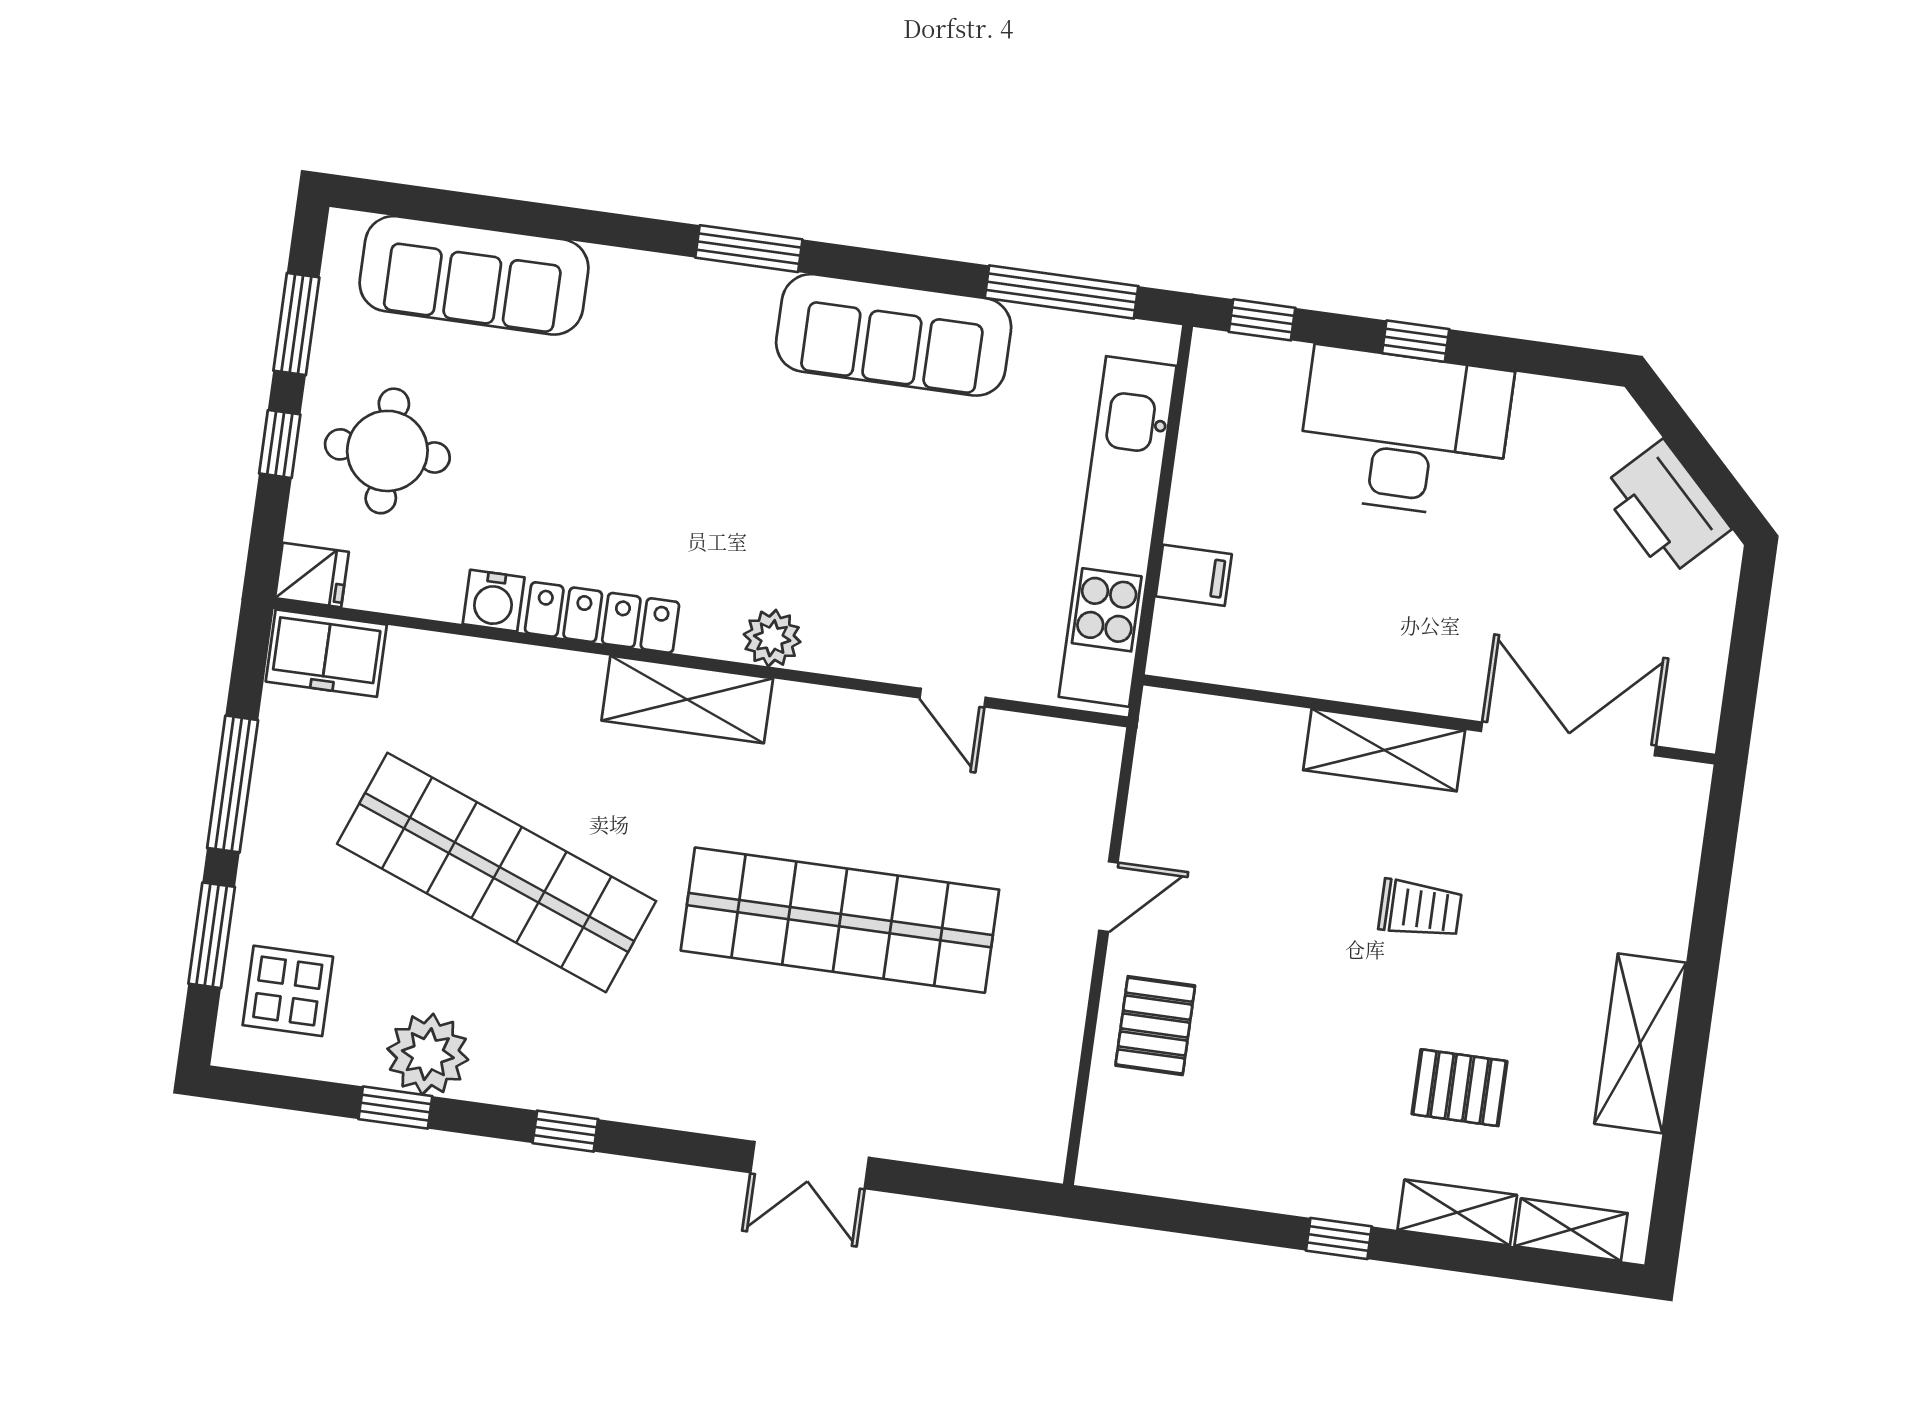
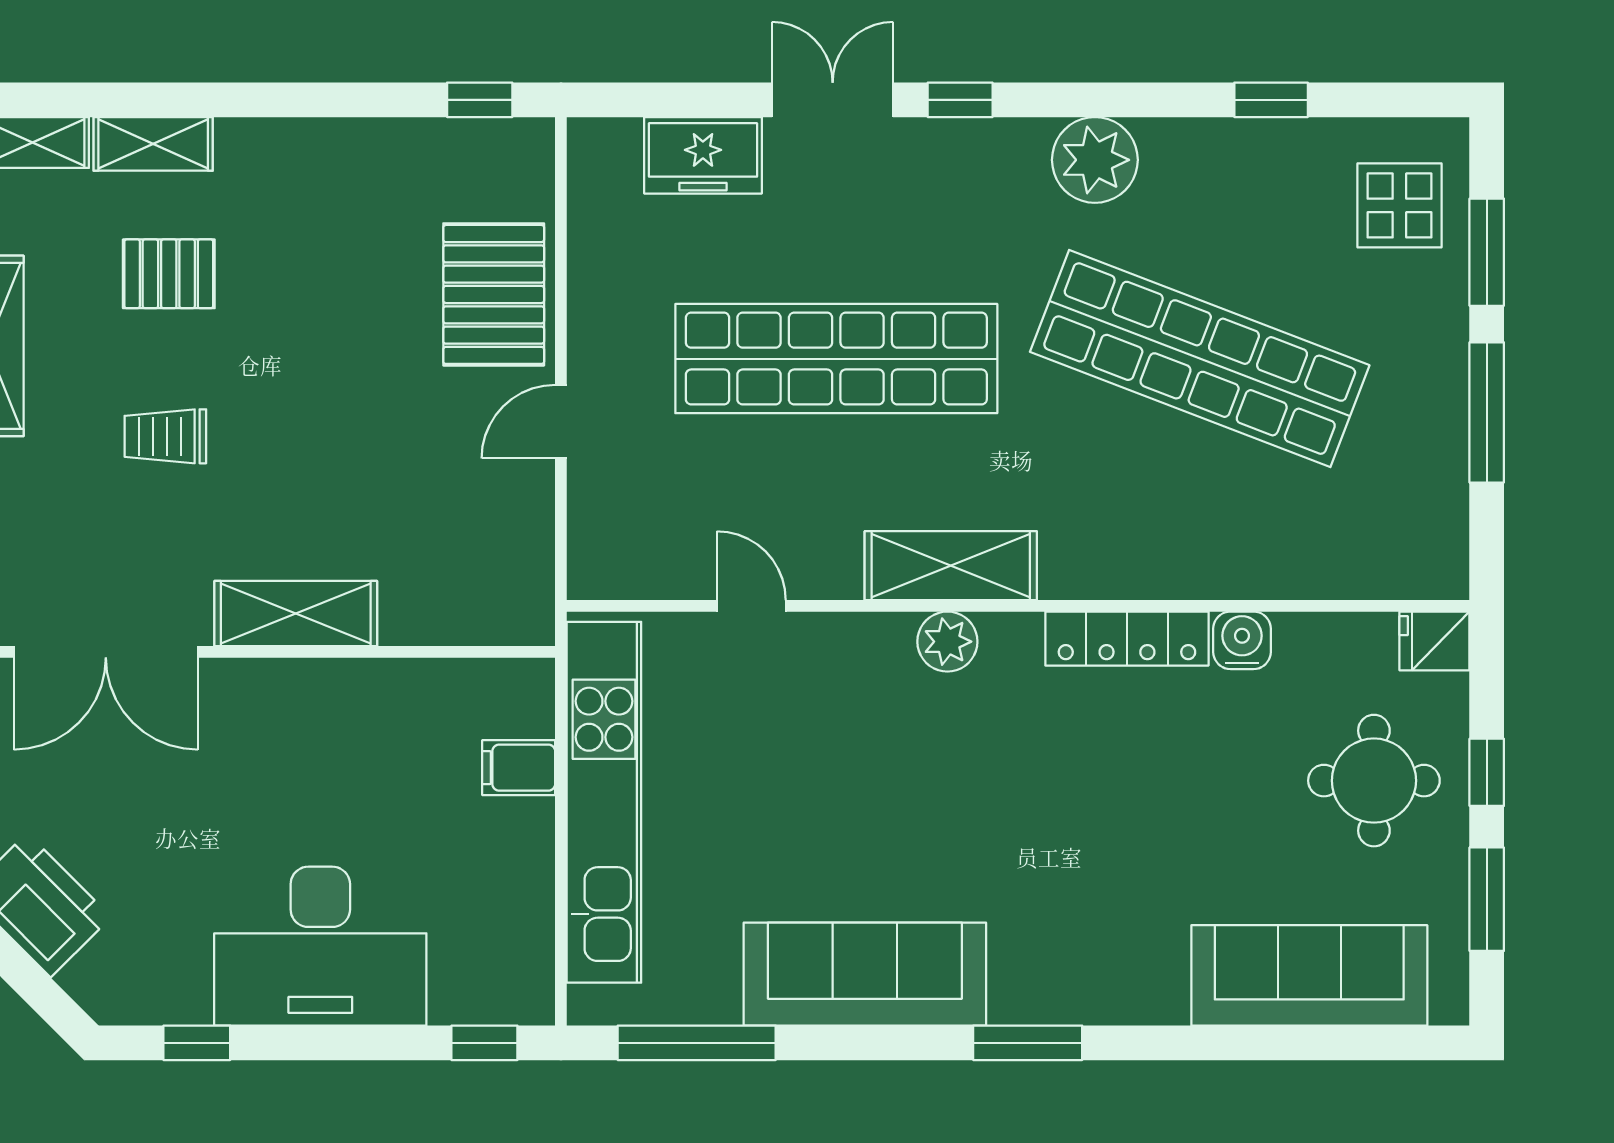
window: (1416, 341) -> (197, 1043), moved
freezer: (326, 653) -> (703, 155), moved, turned 180
shelving: (687, 700) -> (951, 566), moved
trolley: (1420, 909) -> (165, 436), moved
pallet: (1155, 1026) -> (494, 294), width x1.50, depth x1.42
plant: (428, 1054) -> (1095, 160), moved
window: (565, 1131) -> (960, 100), moved
window: (1339, 1239) -> (480, 100), moved

